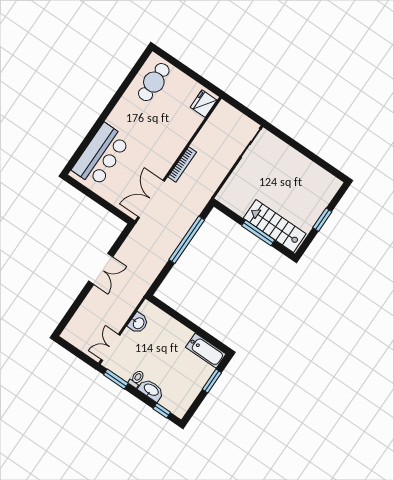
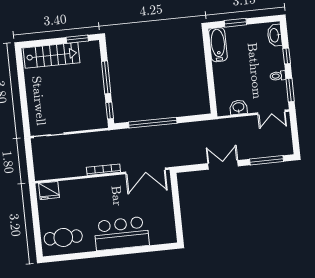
bar counter: (101, 155) -> (121, 233), moved
window: (228, 212) -> (110, 111), added
window: (322, 220) -> (77, 39), moved
stairs: (275, 226) -> (51, 55), moved, turned -90
window: (73, 309) -> (267, 160), added
washbasin: (151, 390) -> (275, 35), moved
window: (162, 411) -> (287, 56), moved

